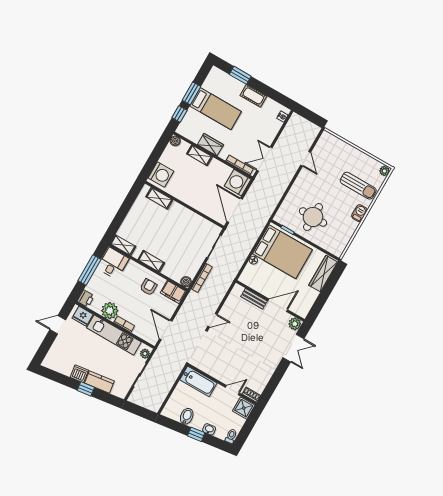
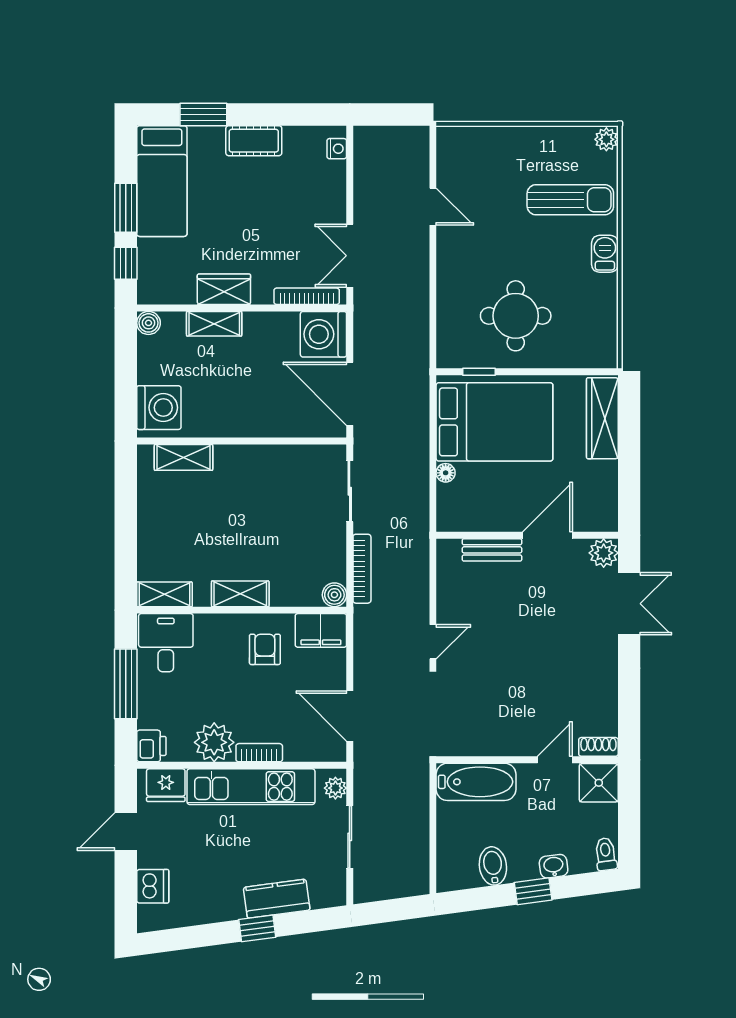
bed: (216, 109) -> (162, 181), moved, turned 90
dishwasher: (79, 374) -> (153, 886), moved, turned 98

